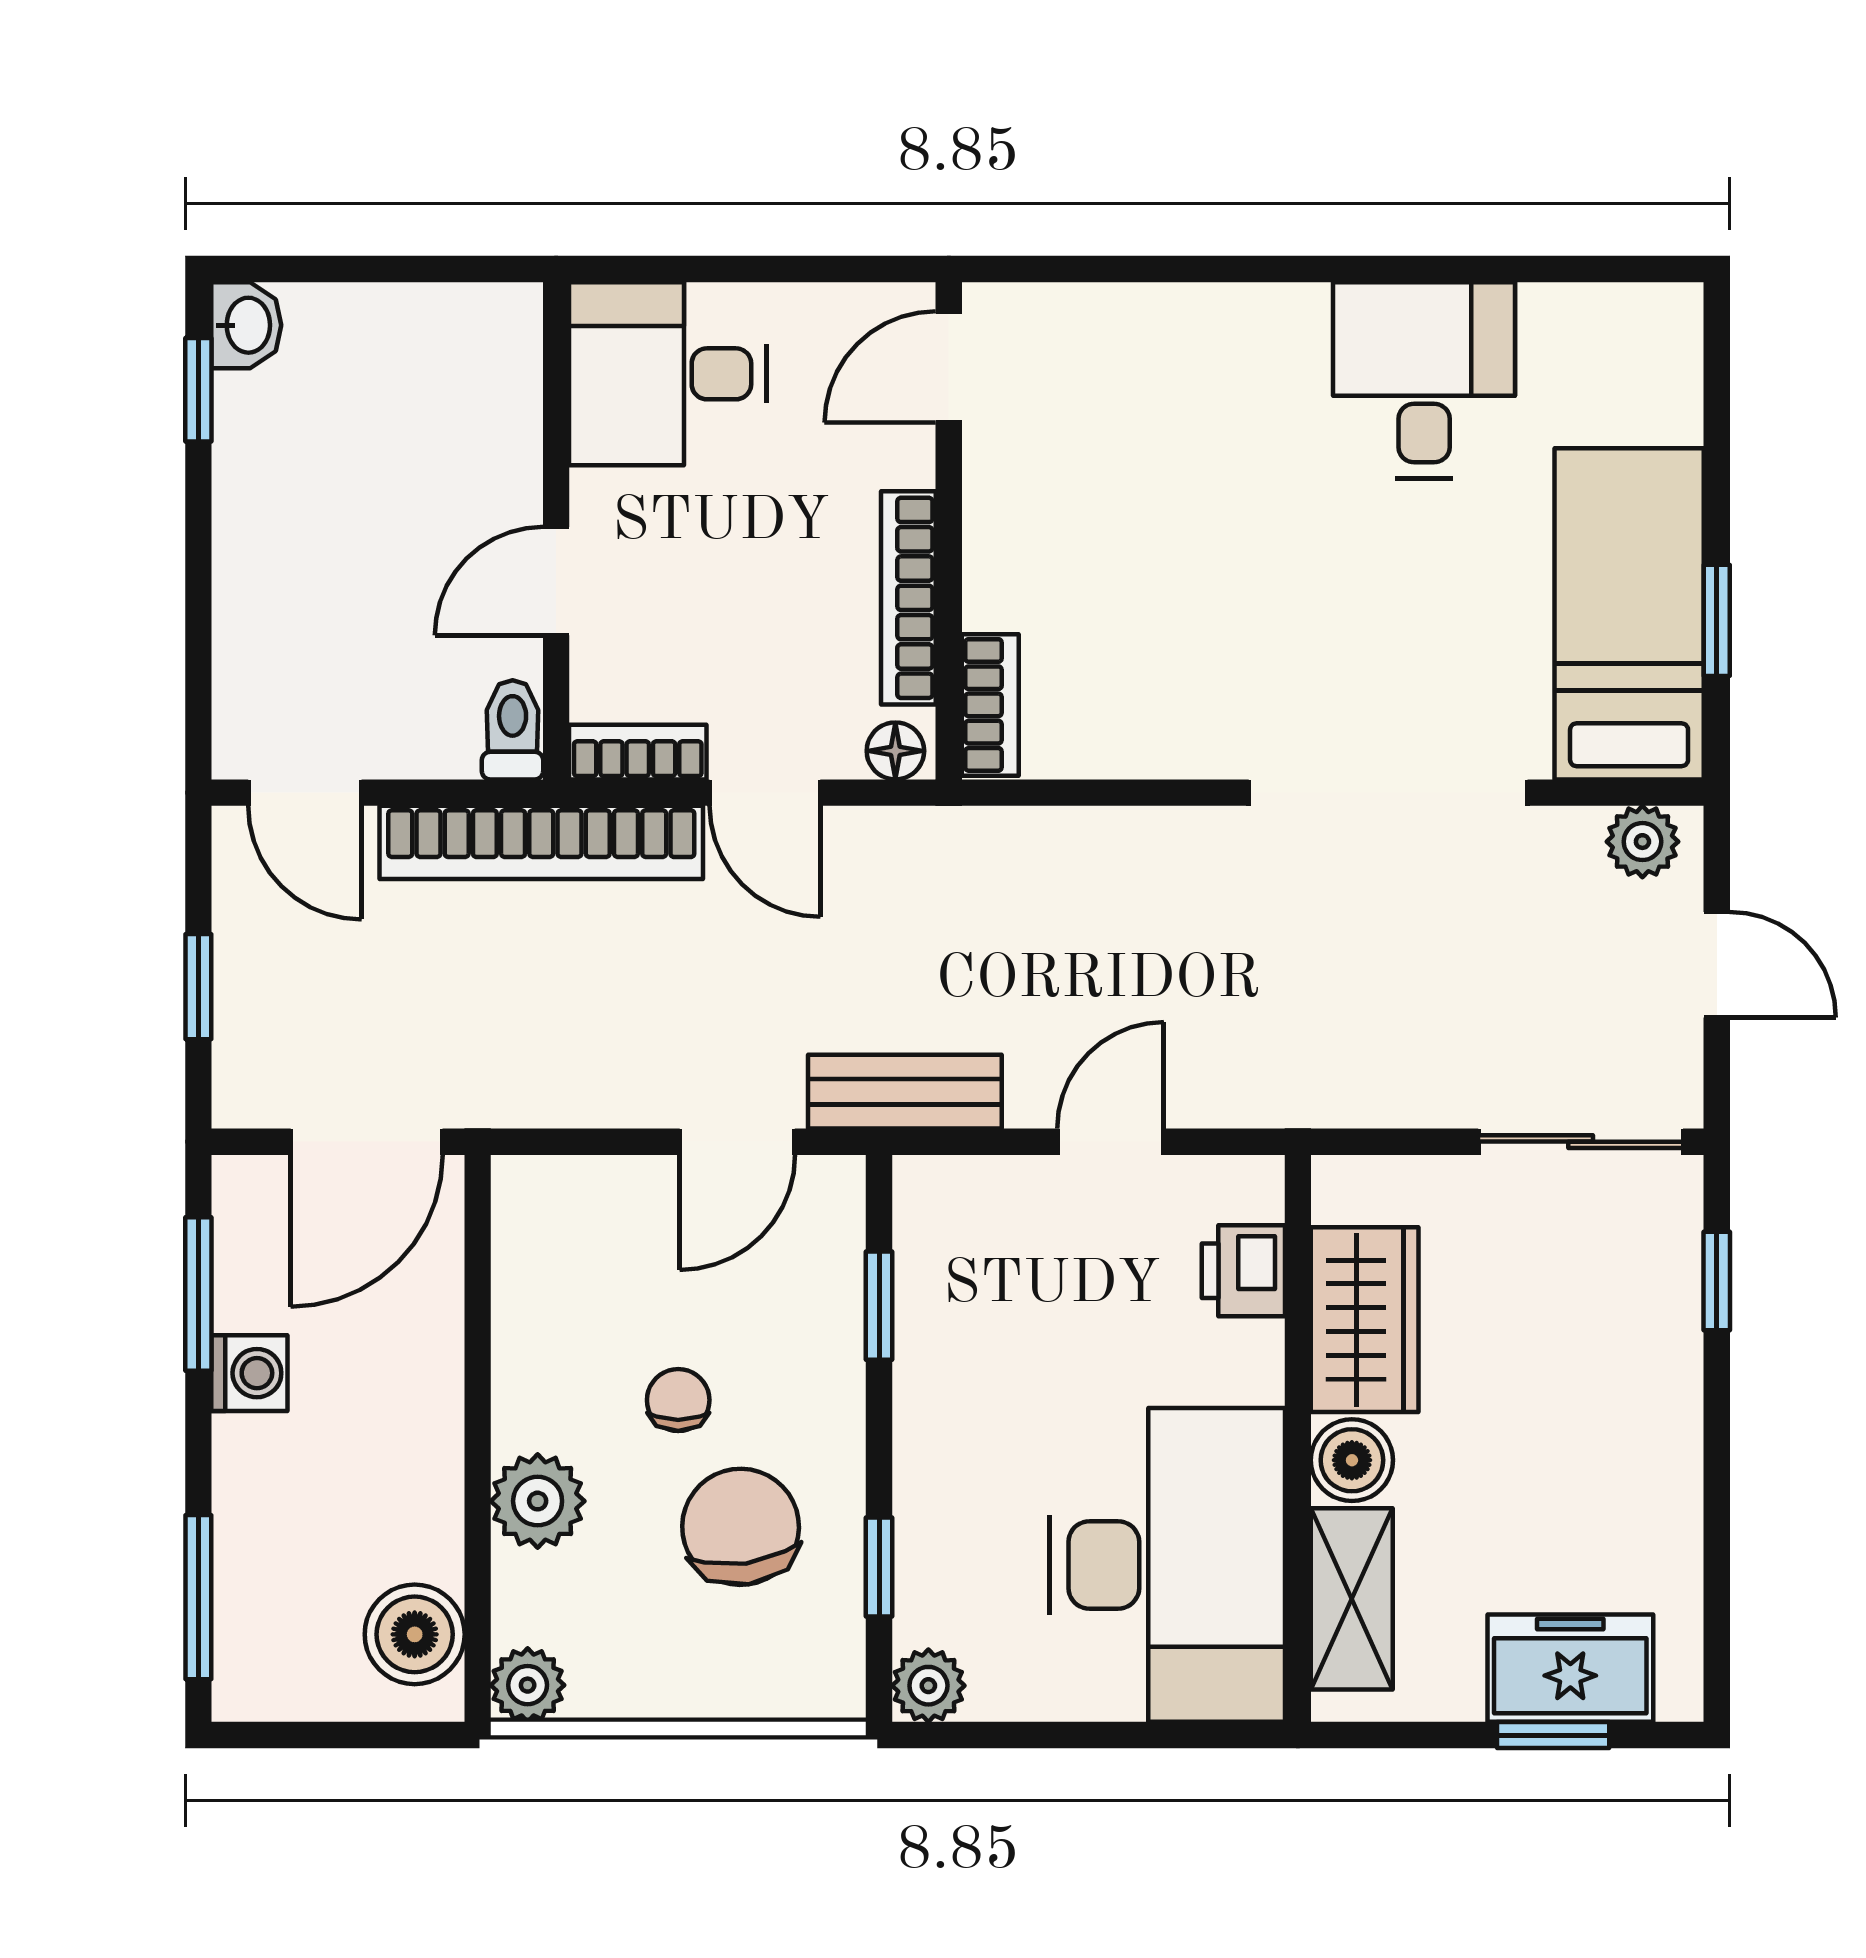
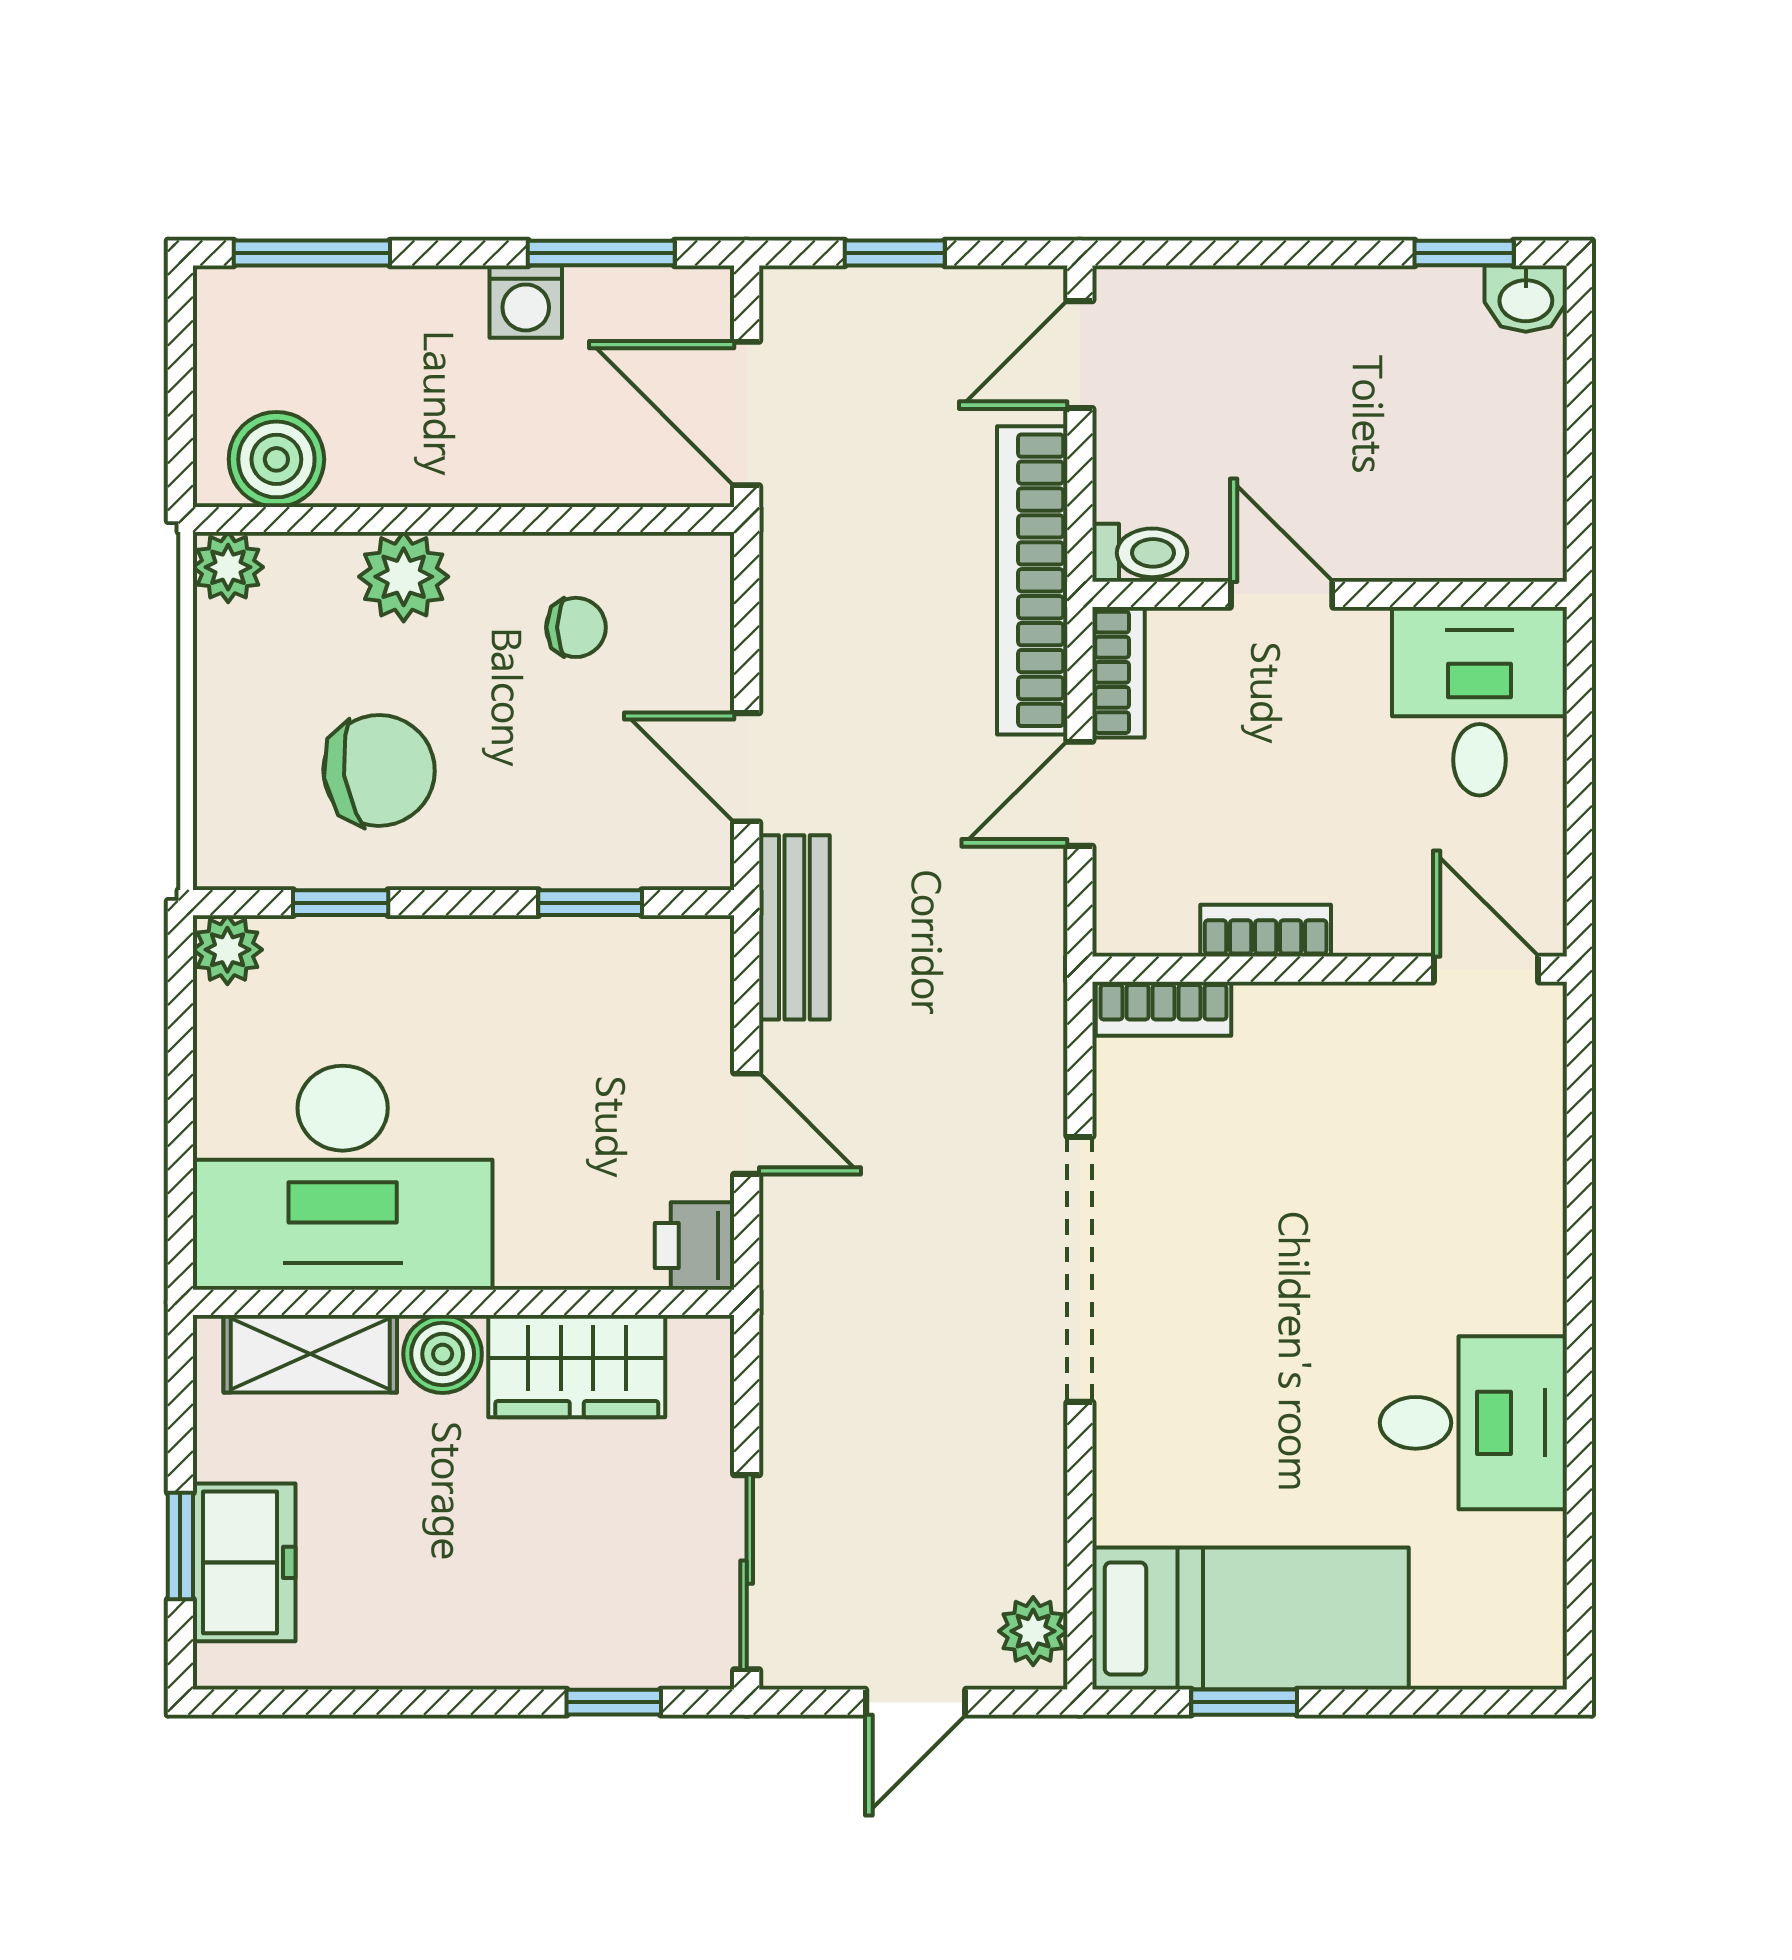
bookcase: (908, 598) -> (1266, 931), width x0.64
floor lamp: (895, 751) -> (1120, 918), removed
doorway: (1388, 793) -> (1080, 1269), moved
printer: (1243, 1271) -> (695, 1246), moved, turned -90
chair: (678, 1400) -> (576, 627), moved

